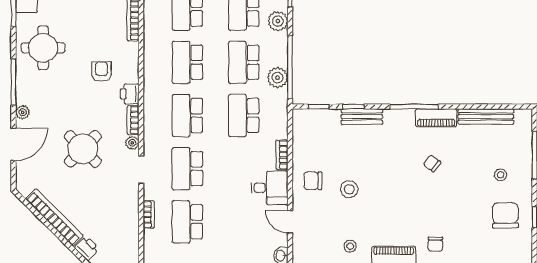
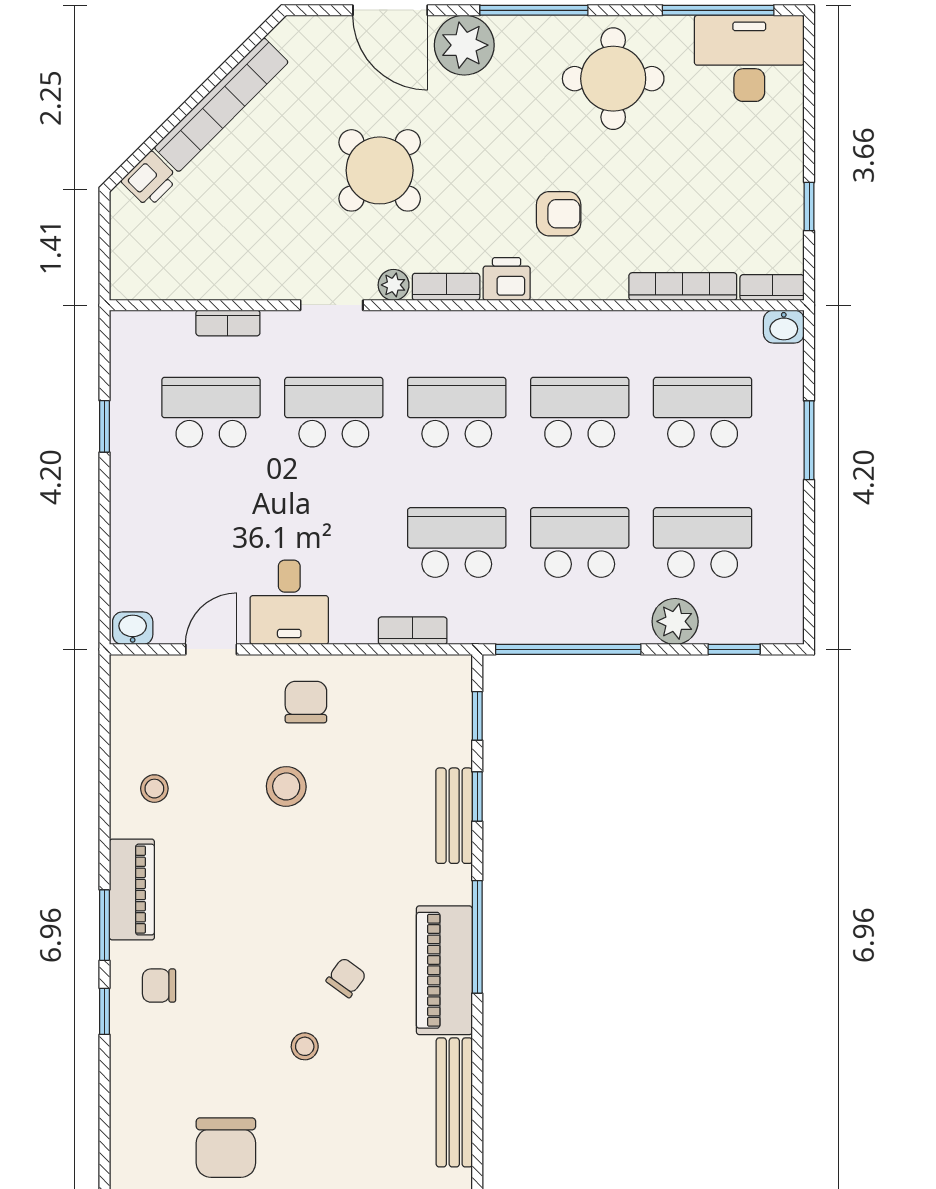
plant: (278, 78) -> (544, 621), removed
plant: (23, 112) -> (464, 45), width x1.87, depth x1.87
piano: (436, 118) -> (444, 970), width x1.37, depth x1.33
bookcase: (282, 155) -> (413, 631), moved
stool: (501, 175) -> (305, 1046), moved
chair: (505, 215) -> (226, 1148), turned 91

